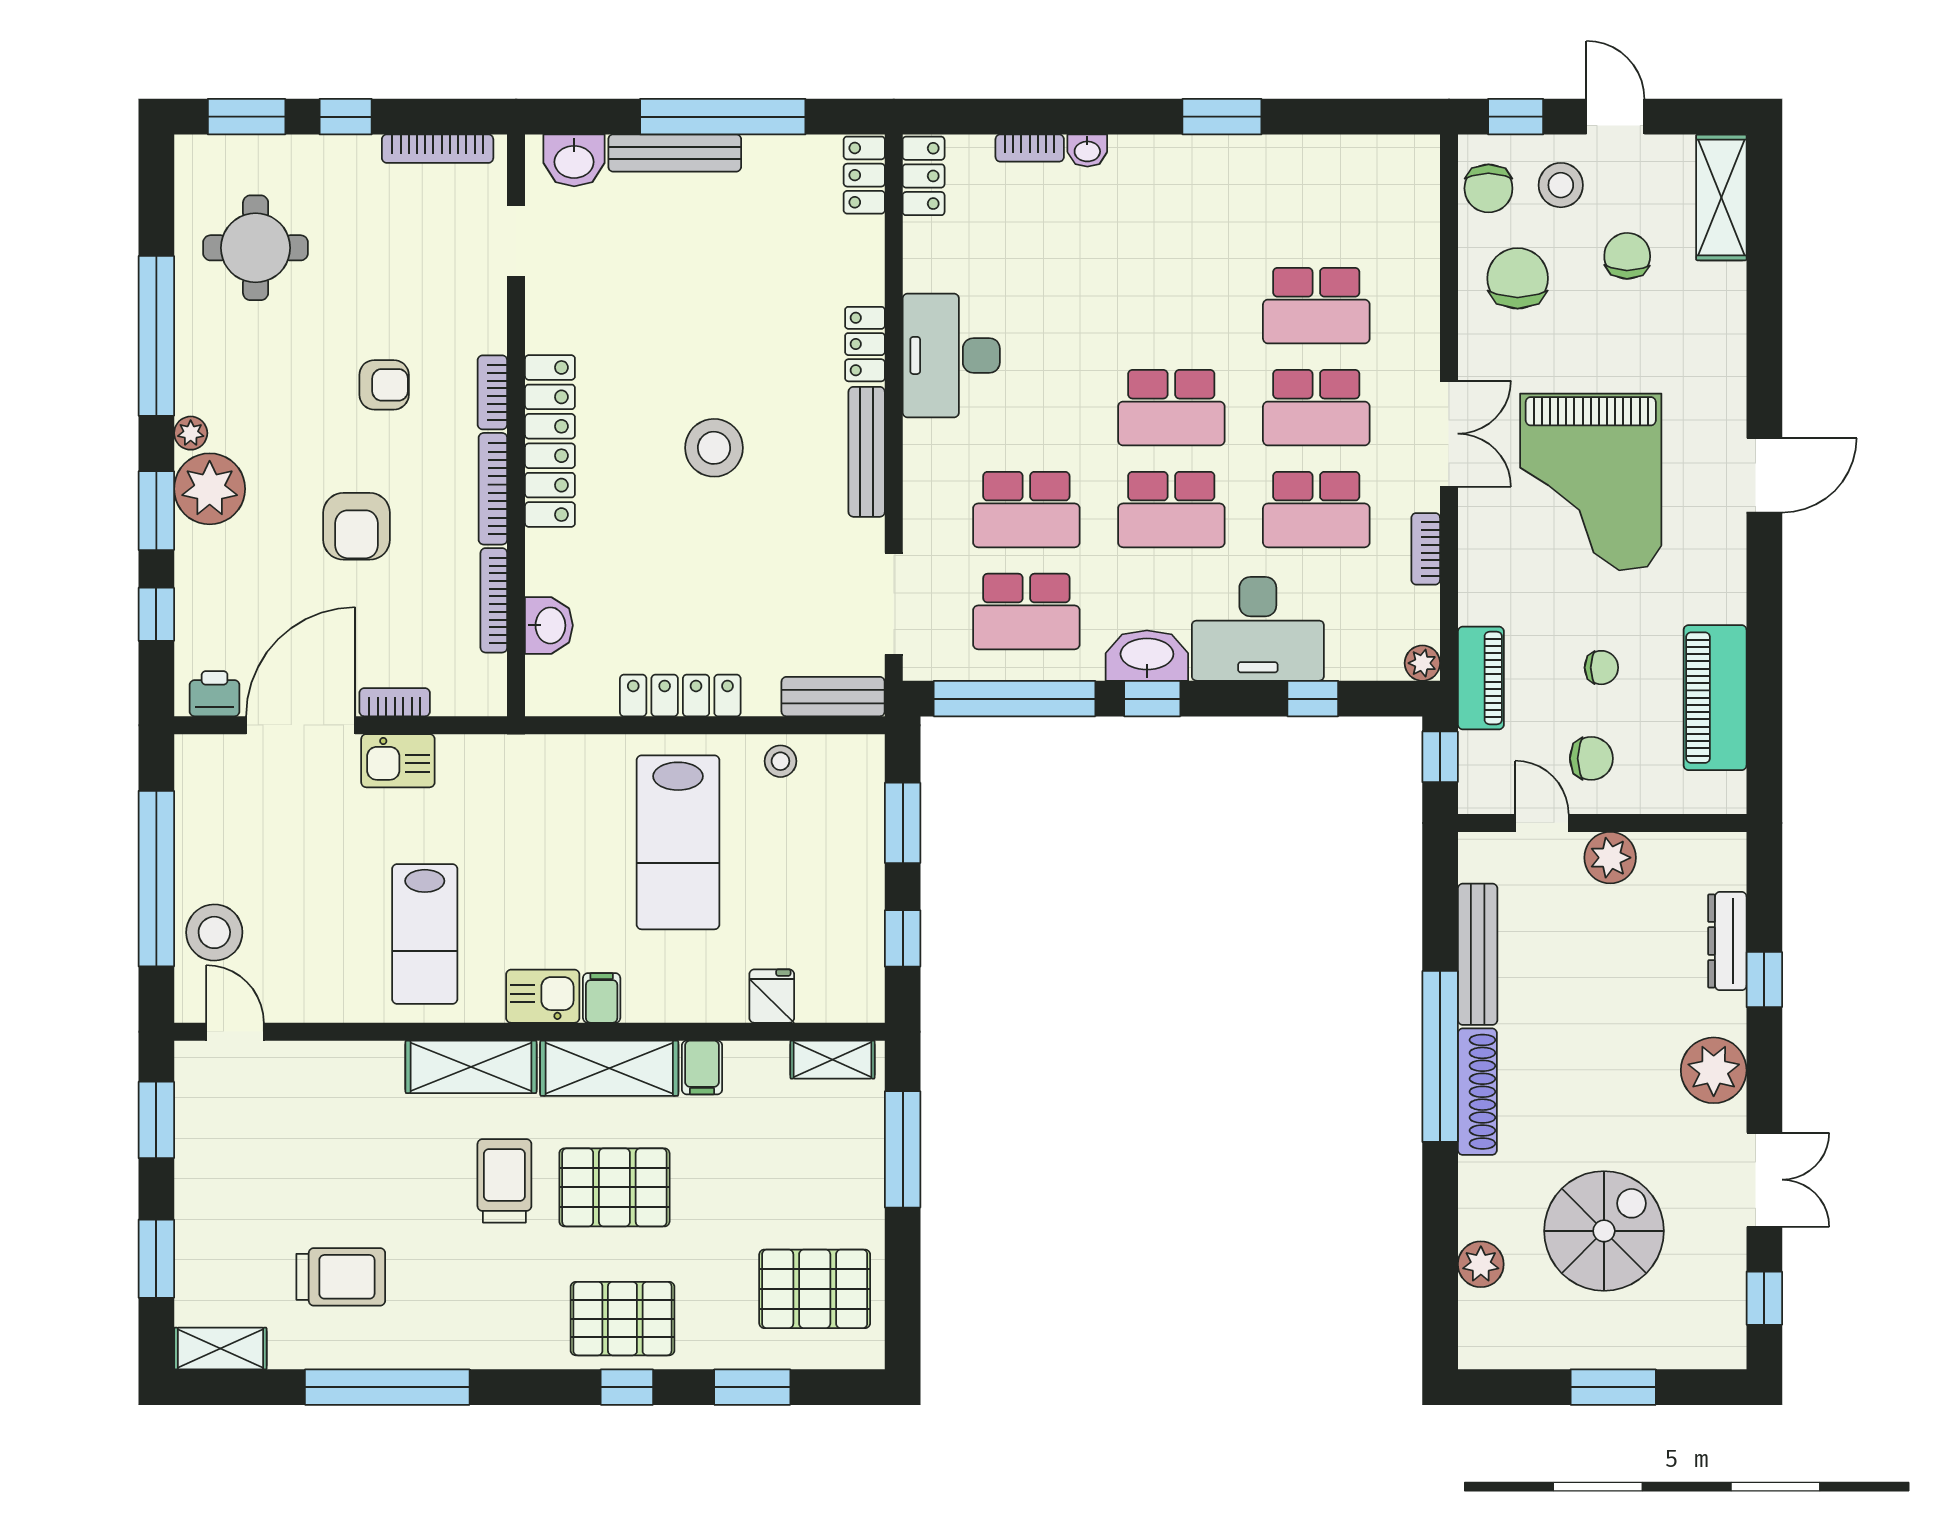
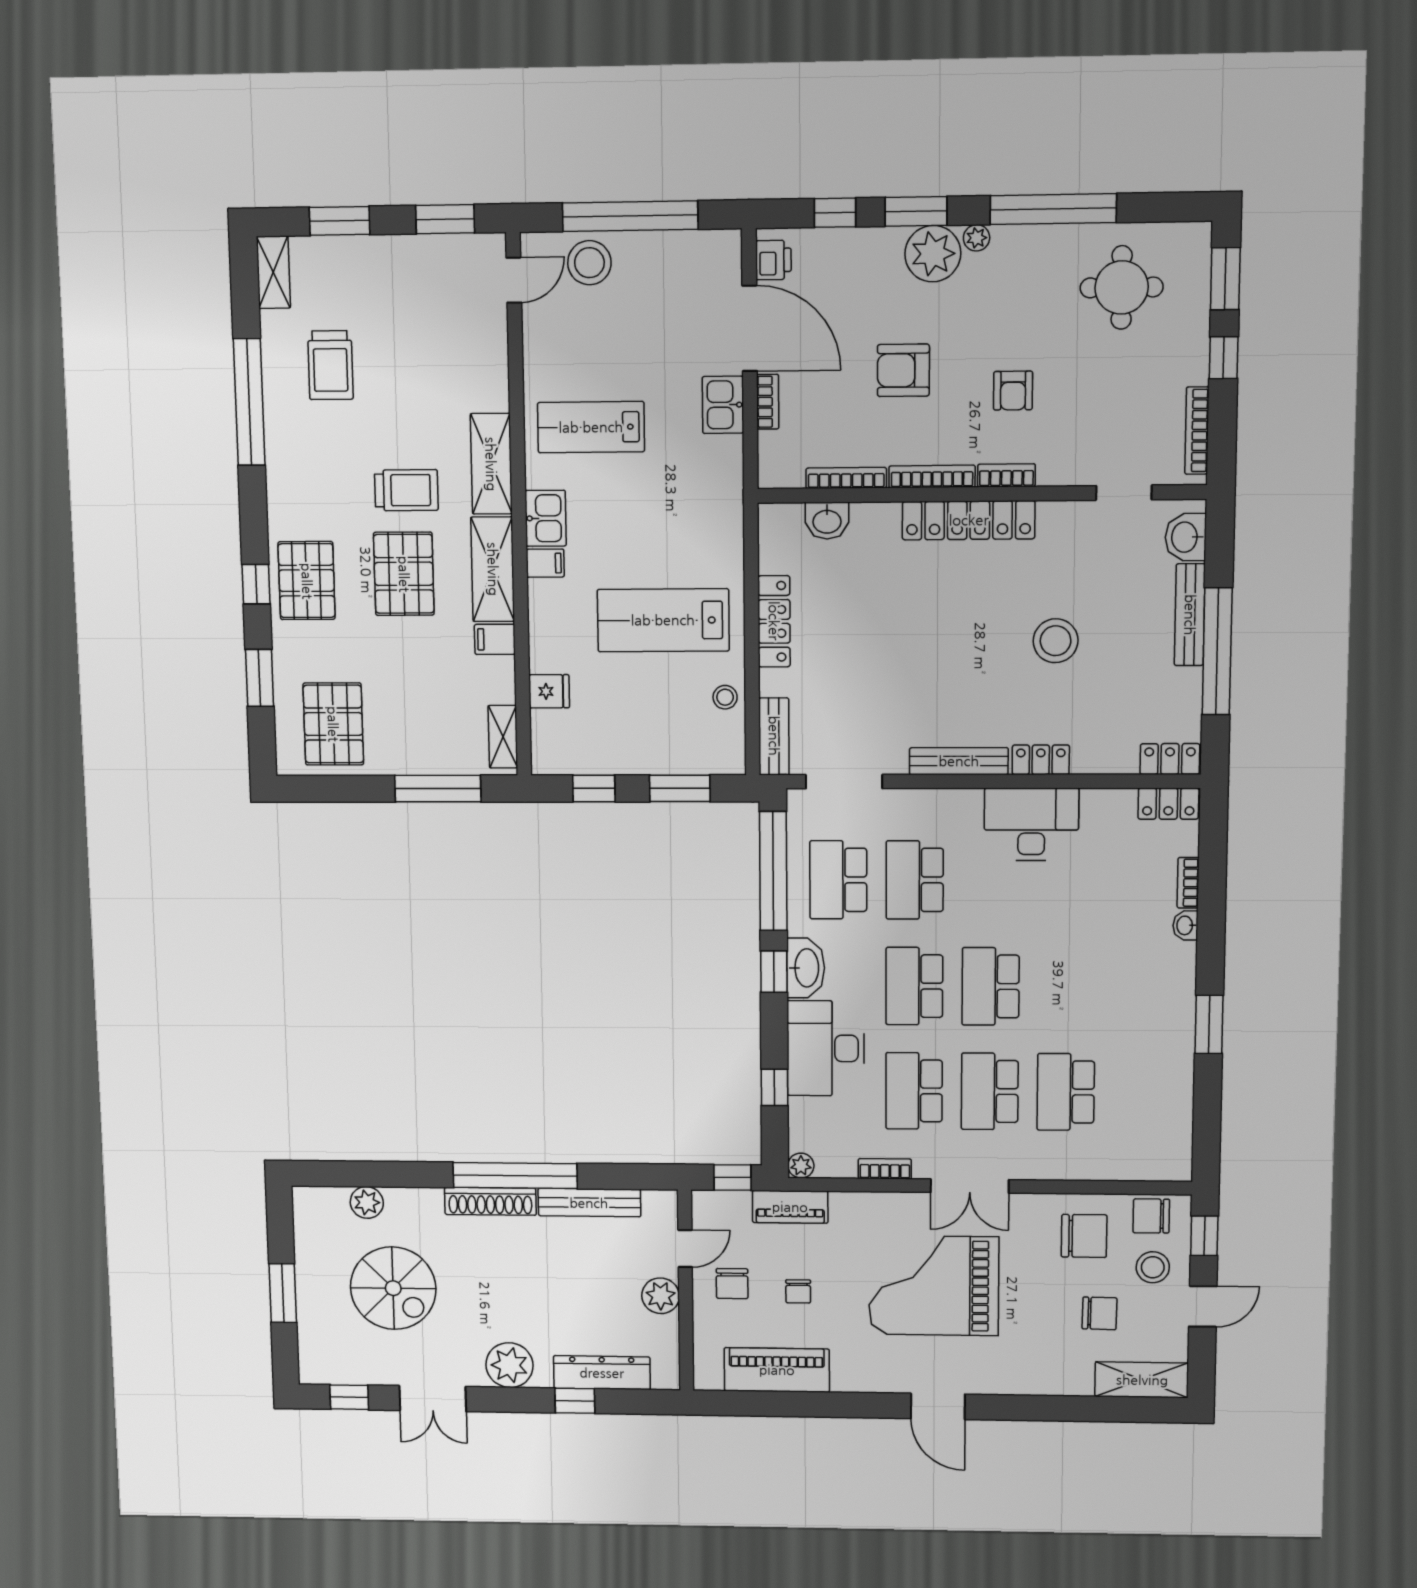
stool: (714, 448) -> (1056, 641), moved
dresser: (1727, 941) -> (602, 1373), width x1.37, depth x1.24

